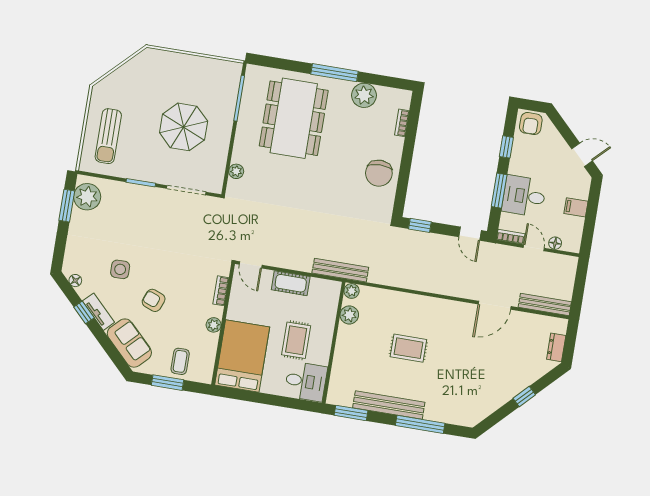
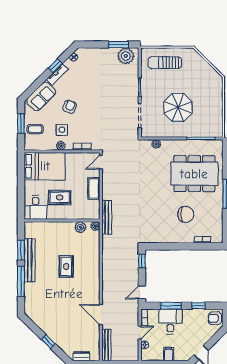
plant: (364, 95) -> (215, 214), removed
chair: (379, 173) -> (186, 214), moved, turned 180
side table: (120, 269) -> (62, 130), moved
window: (351, 413) -> (21, 250), moved

